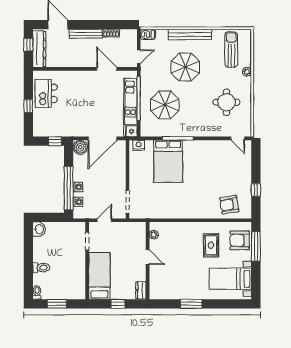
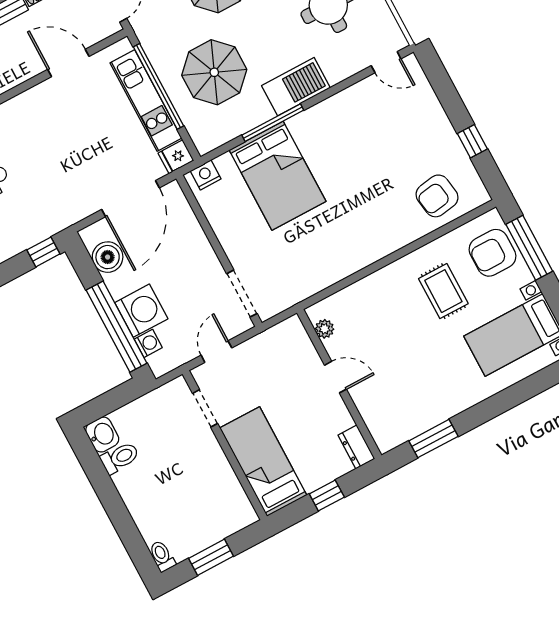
barbecue: (195, 129) -> (296, 87), added
boiler: (80, 147) -> (108, 257), moved
washing machine: (78, 187) -> (141, 311), width x1.89, depth x1.89
toilet: (41, 268) -> (120, 458), moved
window: (191, 304) -> (433, 439), moved

